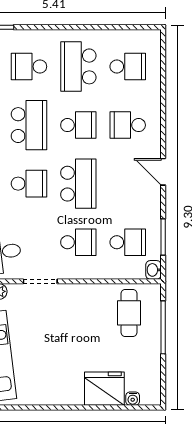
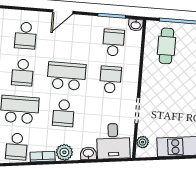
school desk: (78, 125) -> (23, 73), turned 180
school desk: (29, 184) -> (64, 113), turned 180
cafe table: (129, 313) -> (166, 46), turned 90

